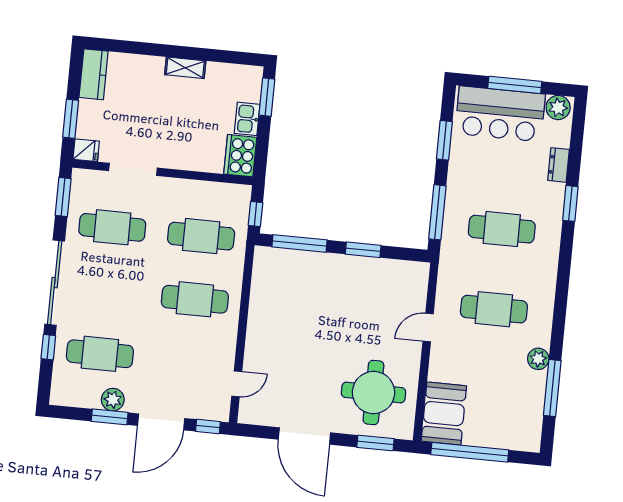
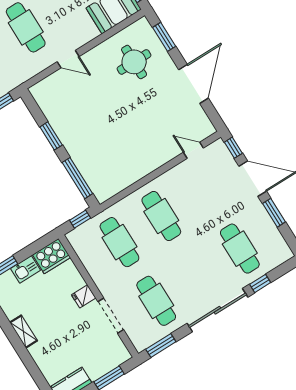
fridge: (86, 150) -> (84, 296), moved, turned -90
round table: (373, 392) -> (134, 62), width x0.73, depth x0.73
plant: (113, 400) -> (262, 219), removed

